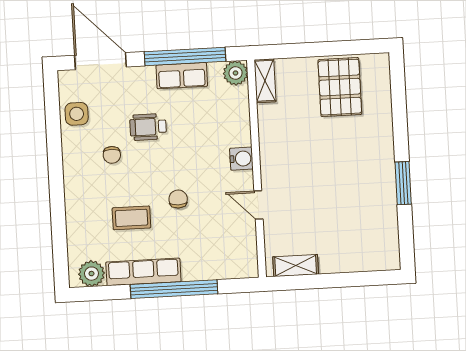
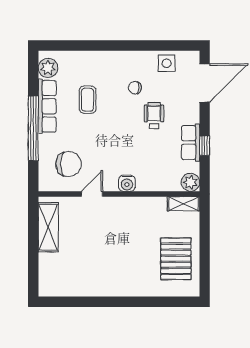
window: (185, 56) -> (205, 146), width x0.32
pallet: (340, 87) -> (176, 259), turned 90
window: (403, 183) -> (102, 302), removed
chair: (178, 199) -> (69, 164), moved, width x1.87, depth x1.87
shelving: (296, 266) -> (48, 227), width x1.50, depth x1.33

